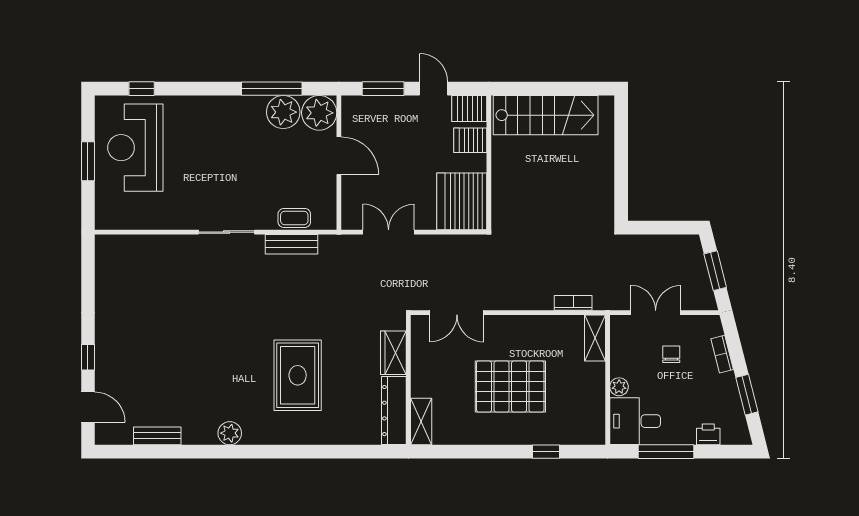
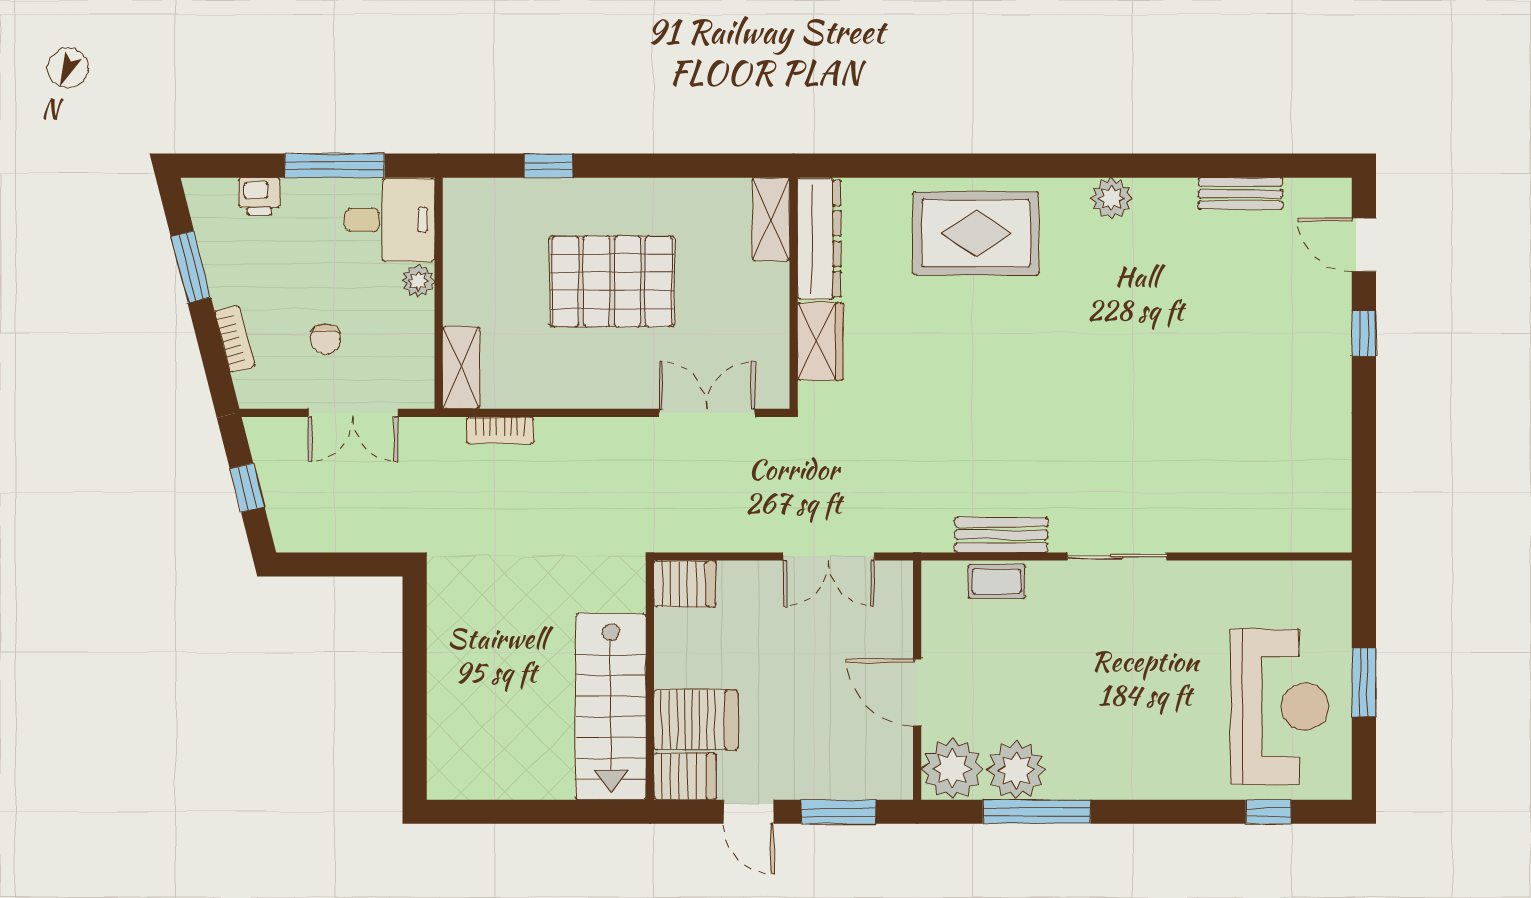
stairs: (546, 115) -> (611, 707), moved, turned -90
server rack: (470, 140) -> (696, 720), width x1.36, depth x1.44
server rack: (462, 201) -> (685, 584), width x0.46, depth x0.70
window: (715, 271) -> (247, 488), width x0.67
rug: (298, 375) -> (976, 233), moved, turned 90

